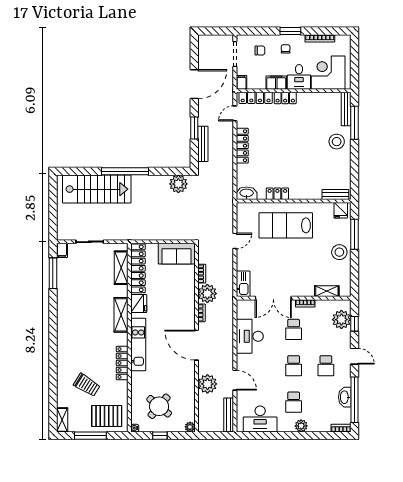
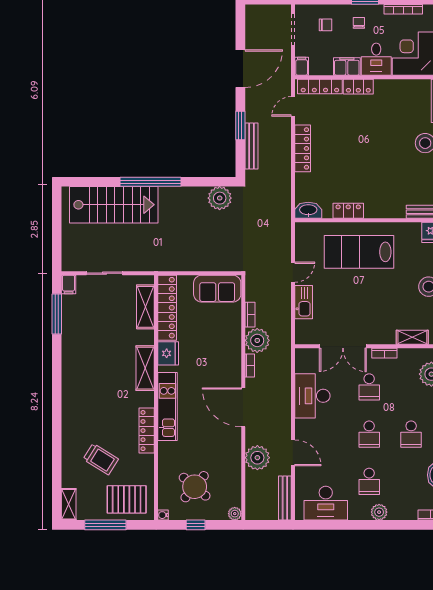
kitchen sink: (243, 284) -> (304, 302), moved

